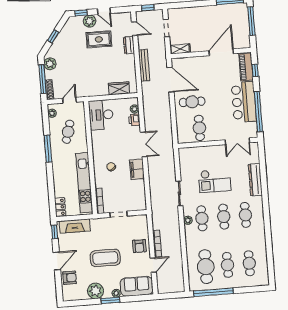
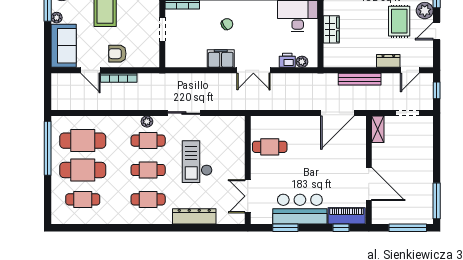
wardrobe: (119, 88) -> (331, 29), moved
cafe table: (192, 102) -> (305, 140), removed
window: (258, 112) -> (285, 228), width x0.47
cafe table: (227, 265) -> (83, 170), width x1.37, depth x1.35

